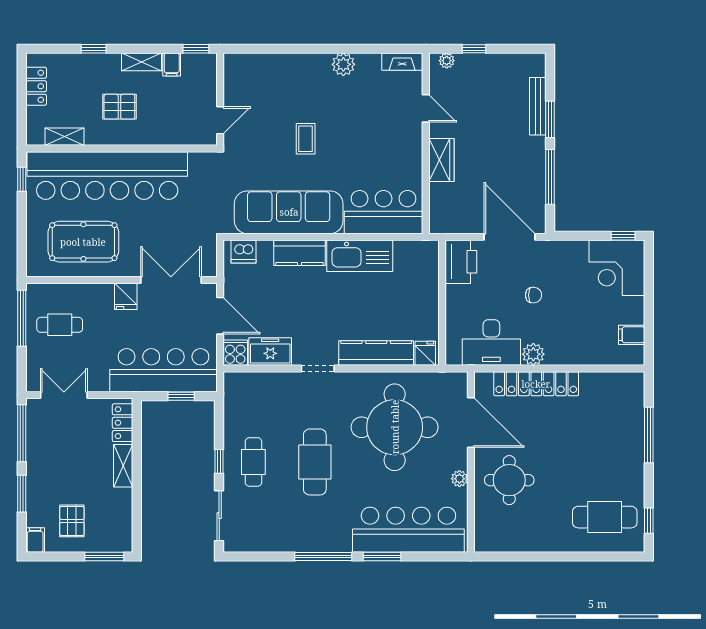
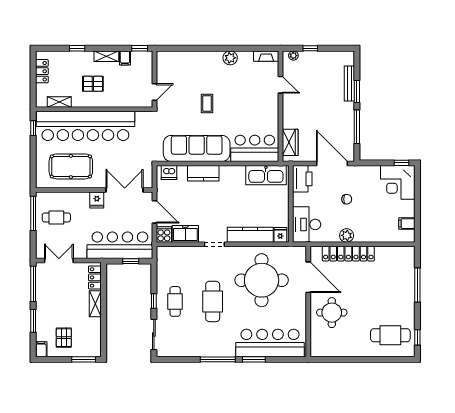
wardrobe: (441, 160) -> (290, 142), moved
kitchen sink: (360, 256) -> (266, 175), moved
desk: (491, 342) -> (307, 224), moved, turned 90
plant: (459, 479) -> (301, 312), removed

